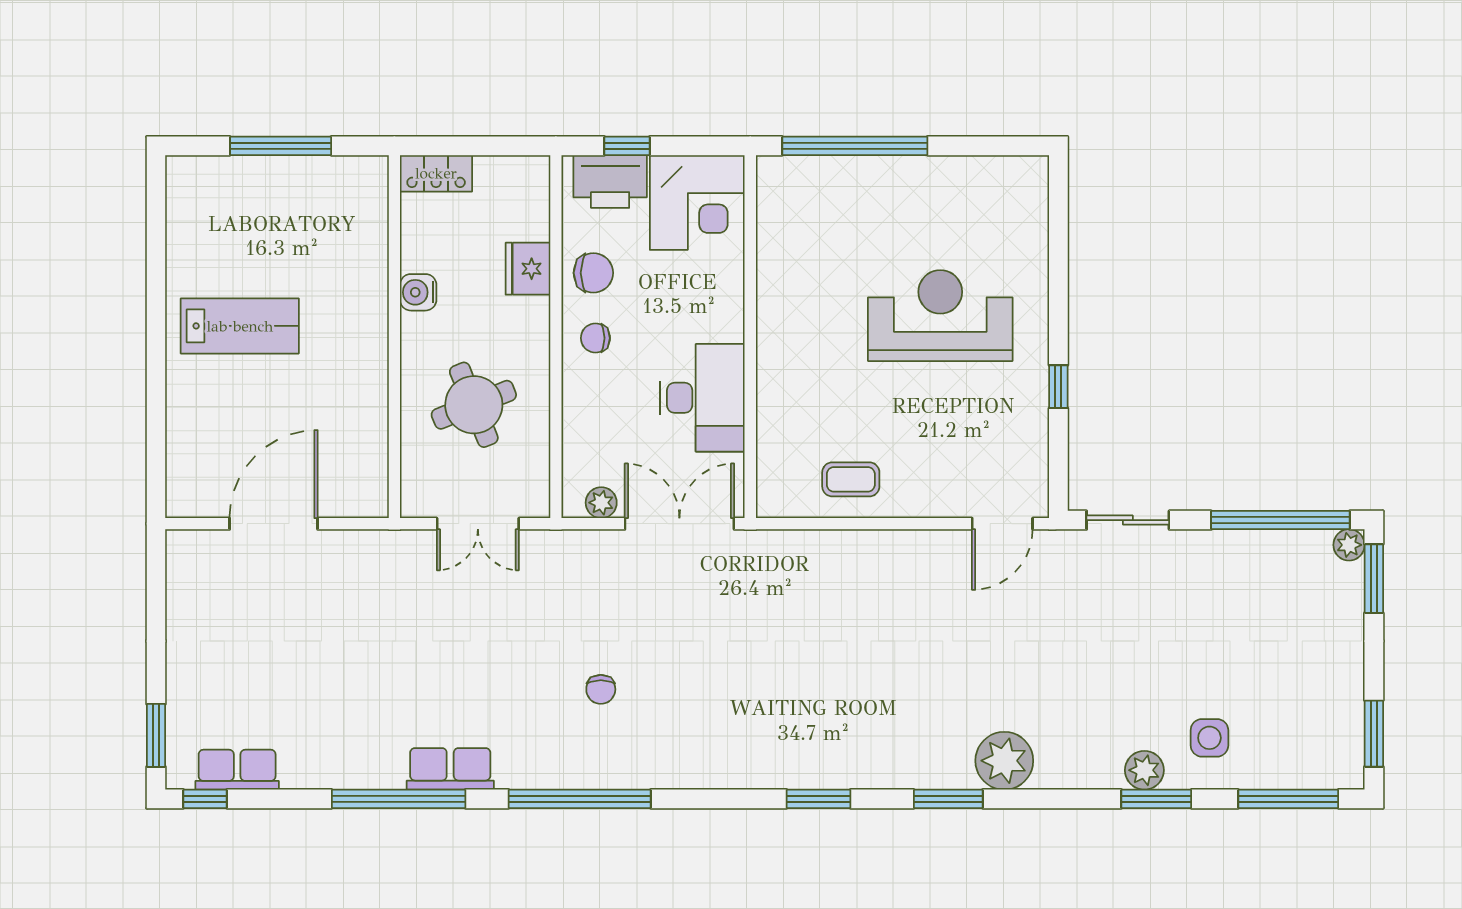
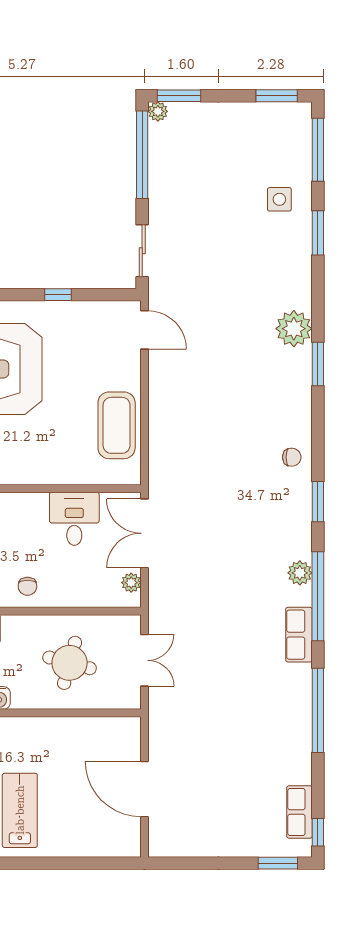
desk: (702, 398) -> (74, 519), width x0.73
round table: (474, 405) -> (70, 663), turned 37
coffee table: (851, 479) -> (117, 425), width x1.86, depth x1.72
chair: (601, 689) -> (292, 457), moved
row of seats: (450, 769) -> (299, 635), moved
plant: (1144, 770) -> (300, 573), moved
window: (819, 799) -> (318, 502), moved

